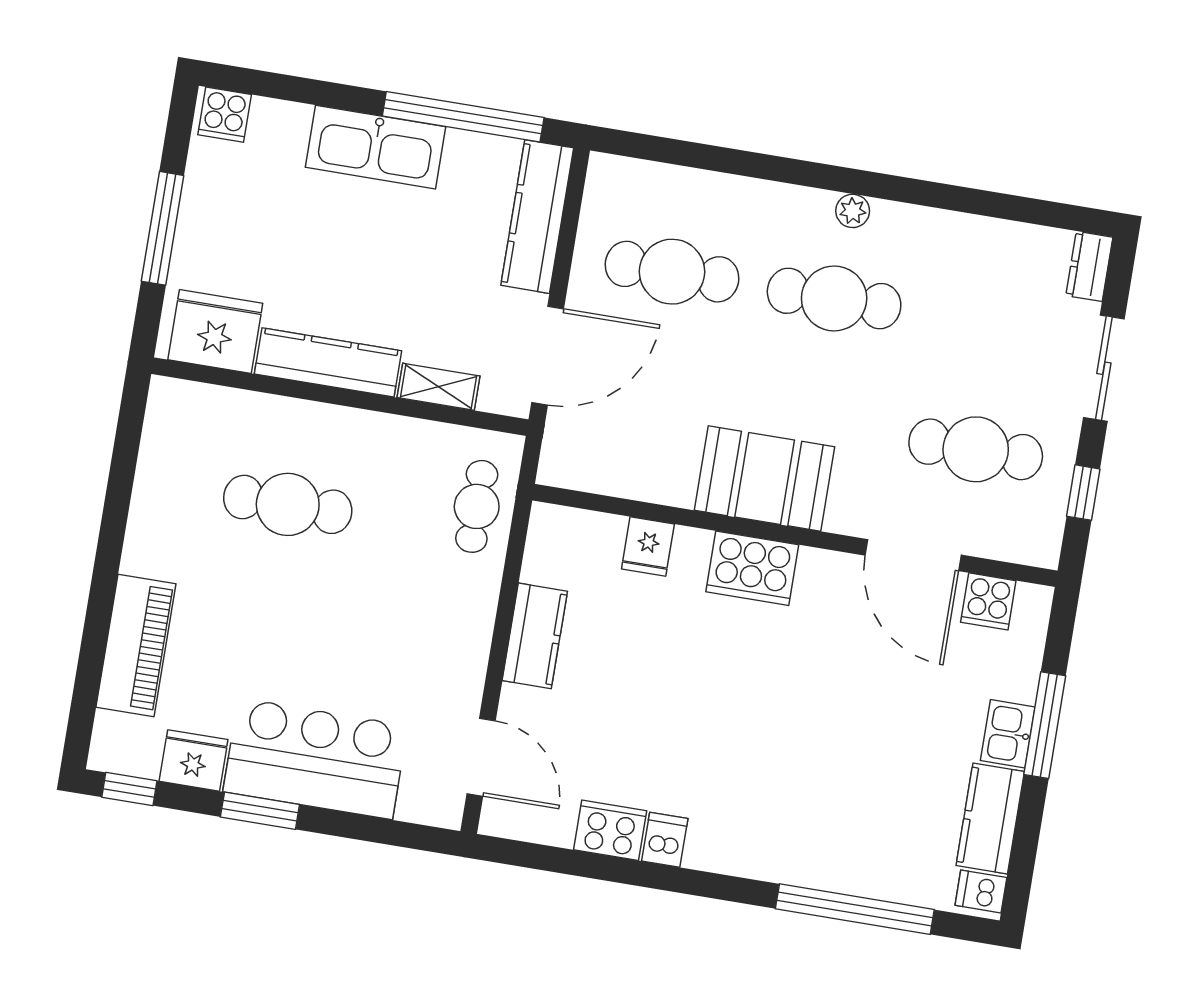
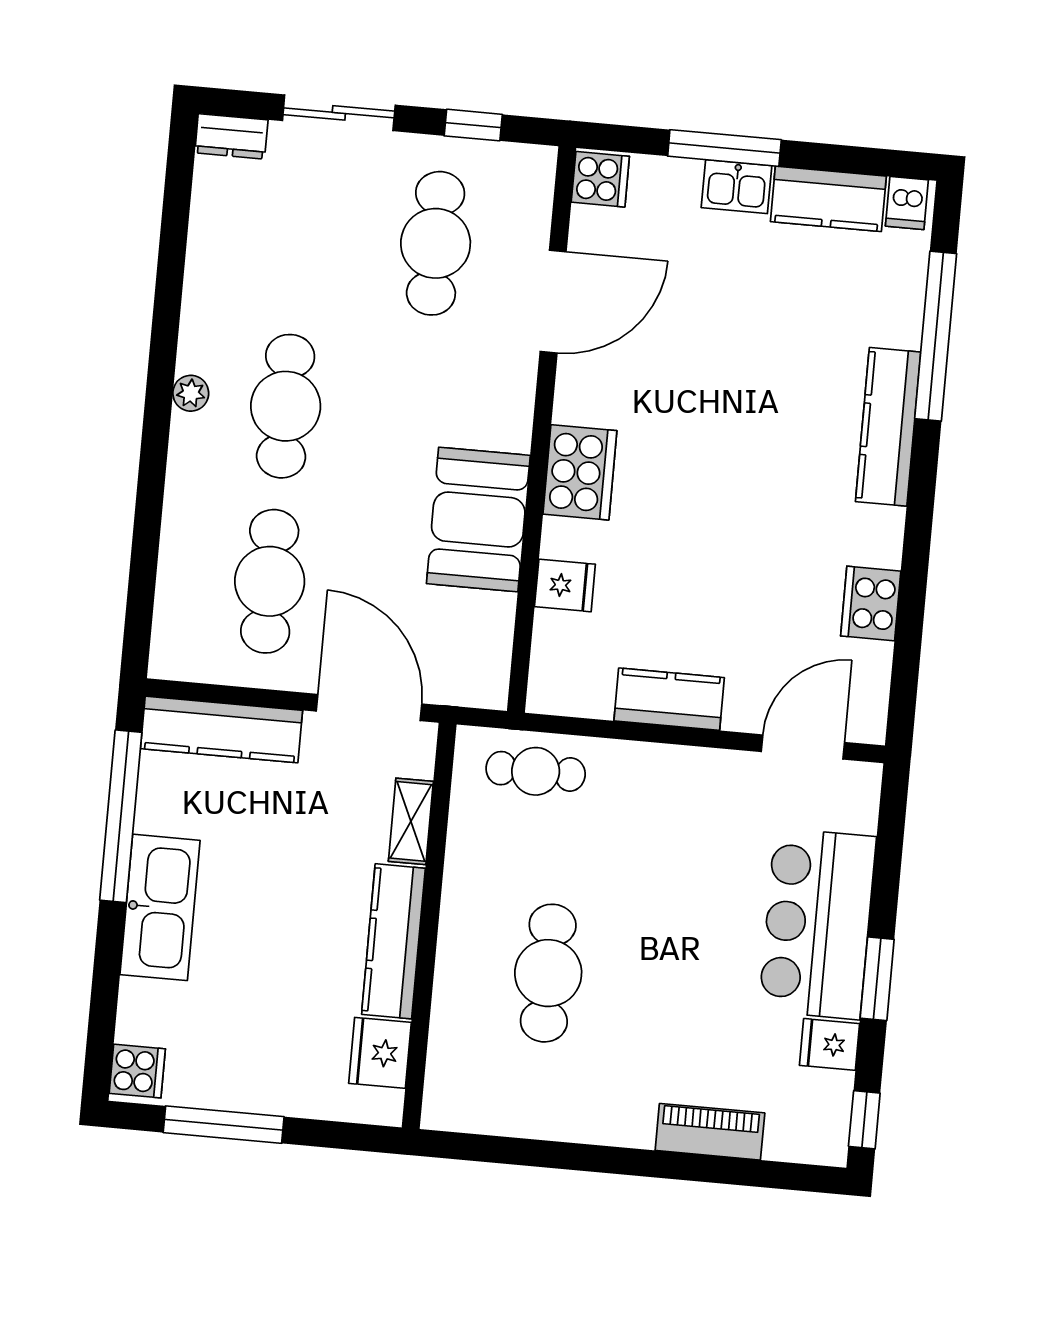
window: (163, 228) -> (224, 1125), moved
fridge: (215, 331) -> (380, 1053), width x0.73, depth x0.75
booth: (765, 478) -> (478, 519), moved
cooker: (988, 601) -> (600, 179), moved
piano: (136, 646) -> (710, 1132), width x0.73, depth x0.75
fridge: (194, 760) -> (830, 1044), width x0.72
dishwasher: (665, 840) -> (877, 544), removed
kitchen counter: (774, 859) -> (888, 427), added

